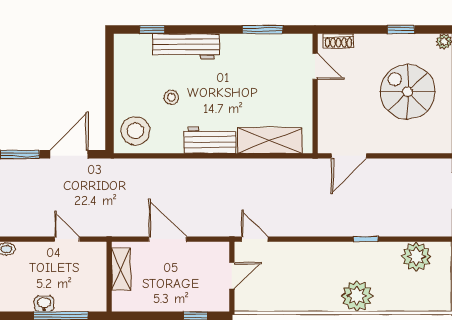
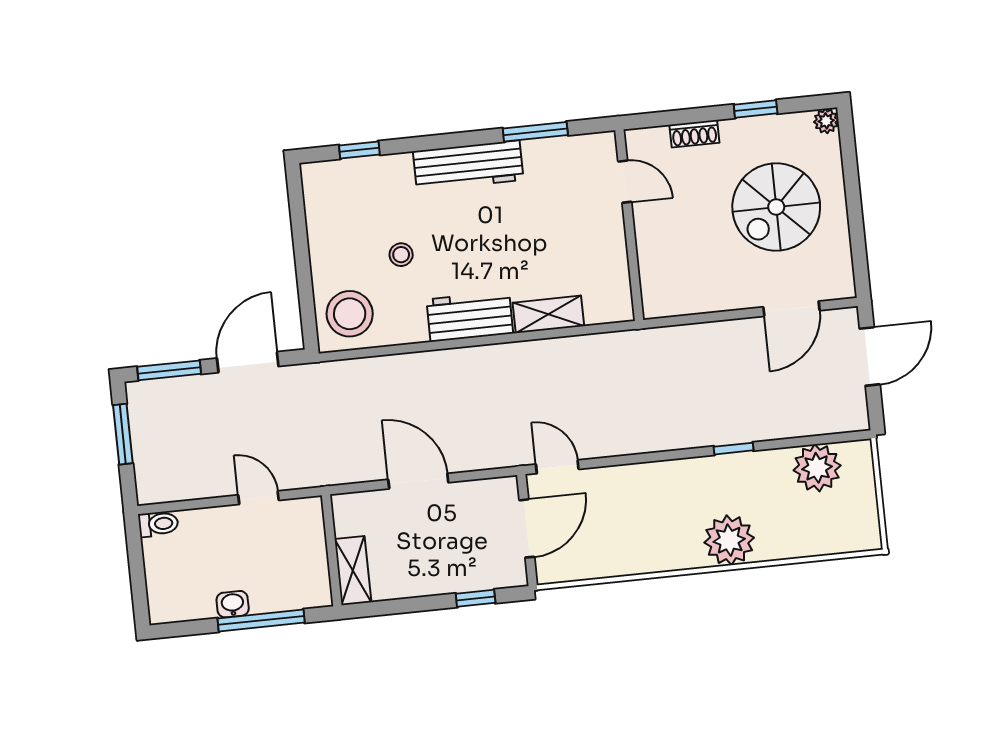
shoe rack: (338, 41) -> (694, 134), moved
workbench: (186, 46) -> (468, 166), moved
spiral stairs: (408, 92) -> (776, 207), turned -90
shelving: (270, 141) -> (548, 314), width x0.67, depth x0.75
door: (349, 156) -> (791, 309), moved
shelving: (121, 269) -> (353, 571), moved
door: (232, 276) -> (527, 528), width x1.38

